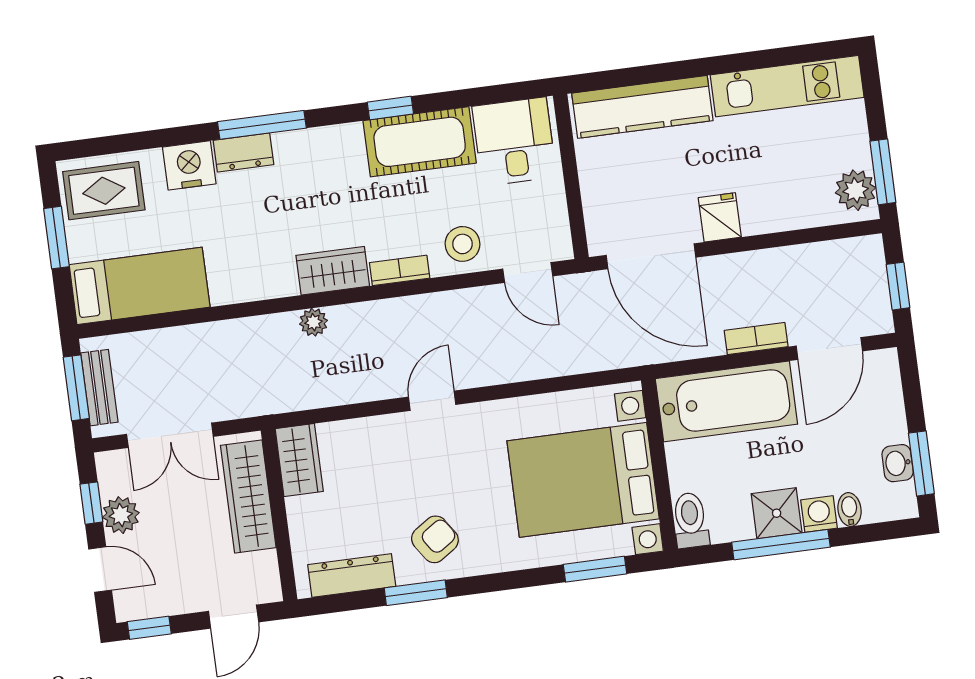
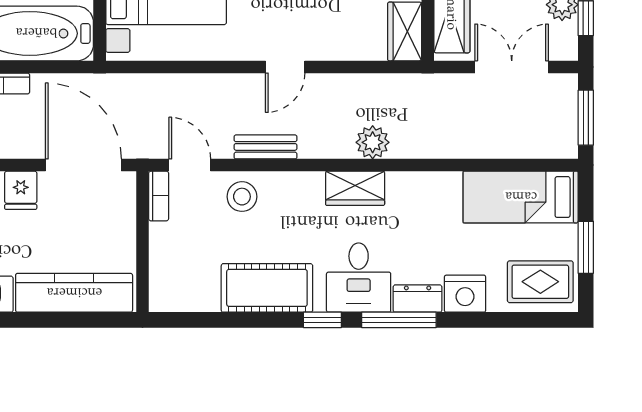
window: (390, 108) -> (322, 320), moved
desk: (514, 142) -> (359, 278), moved
bookcase: (400, 270) -> (159, 196), moved, turned -90
plant: (313, 322) -> (373, 142), width x1.38, depth x1.38
bench: (99, 388) -> (266, 147), moved, turned 90

